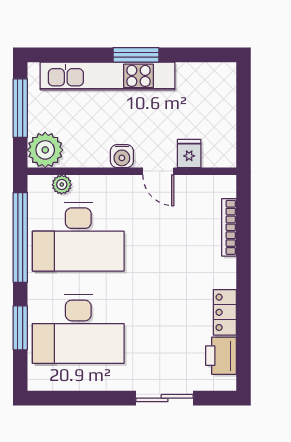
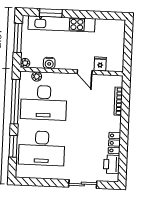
window: (136, 55) -> (51, 13), moved
plant: (45, 150) -> (25, 63), width x0.53, depth x0.53
water cooler: (122, 156) -> (49, 63), moved

